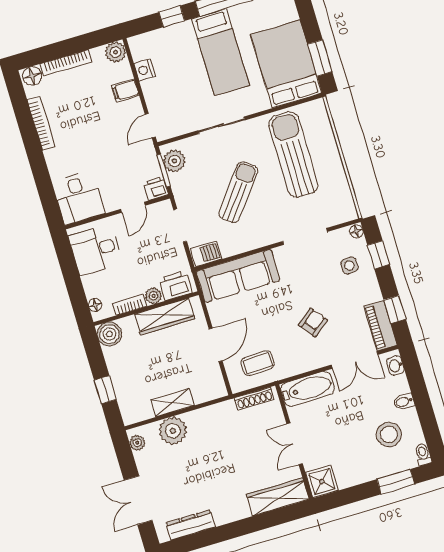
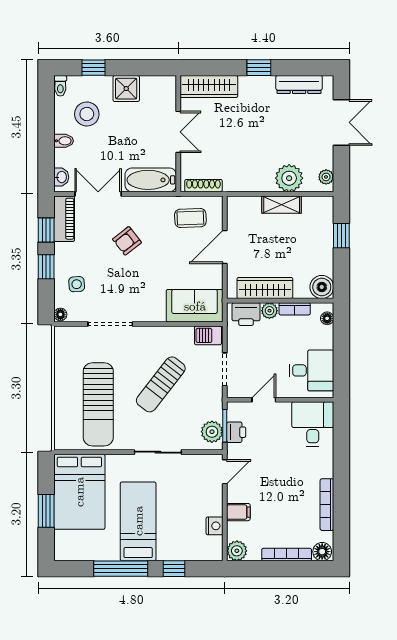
window: (320, 58) -> (46, 511), moved
printer: (156, 188) -> (236, 432), moved, turned -90
window: (378, 255) -> (46, 267), moved
sofa: (238, 276) -> (195, 306), width x0.73
shower: (322, 482) -> (126, 89), moved
window: (396, 482) -> (94, 68), width x0.67
window: (234, 530) -> (259, 68), added

